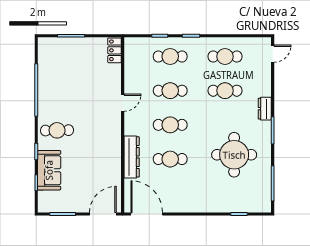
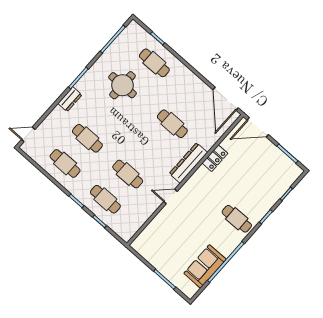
locker: (115, 50) -> (215, 158), moved
cafe table: (170, 125) -> (154, 63), moved
round table: (234, 155) -> (122, 85), width x0.73, depth x0.73
dresser: (132, 157) -> (188, 163), moved
sofa: (49, 170) -> (205, 266), moved

